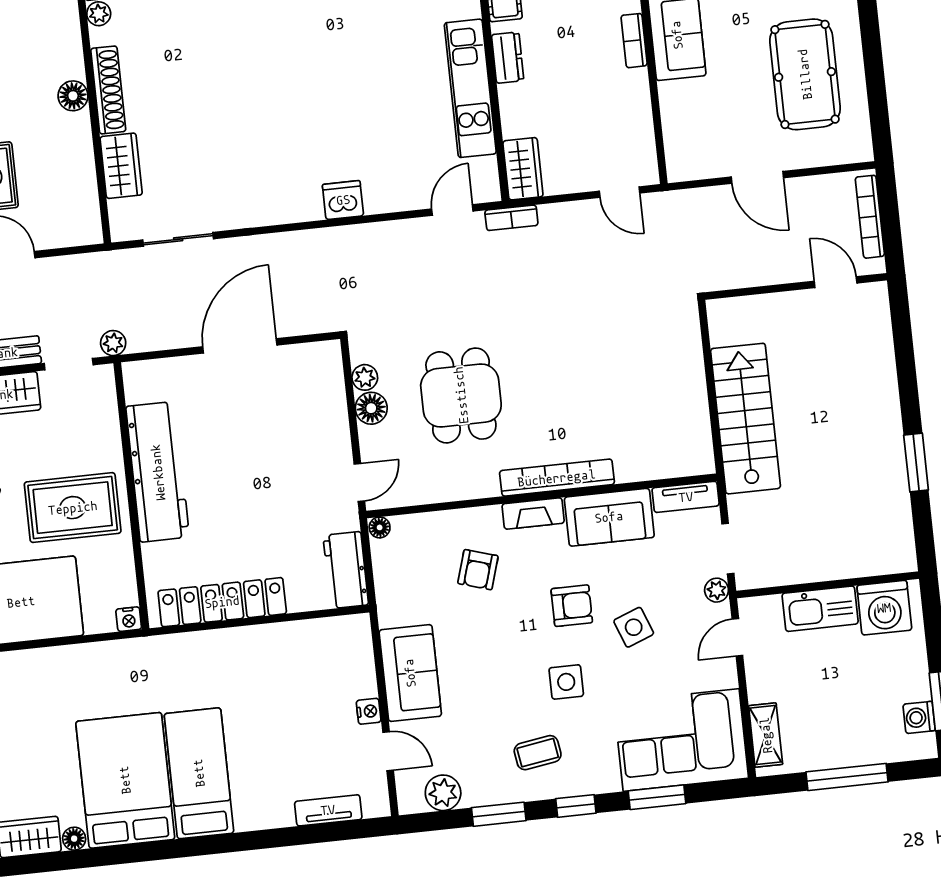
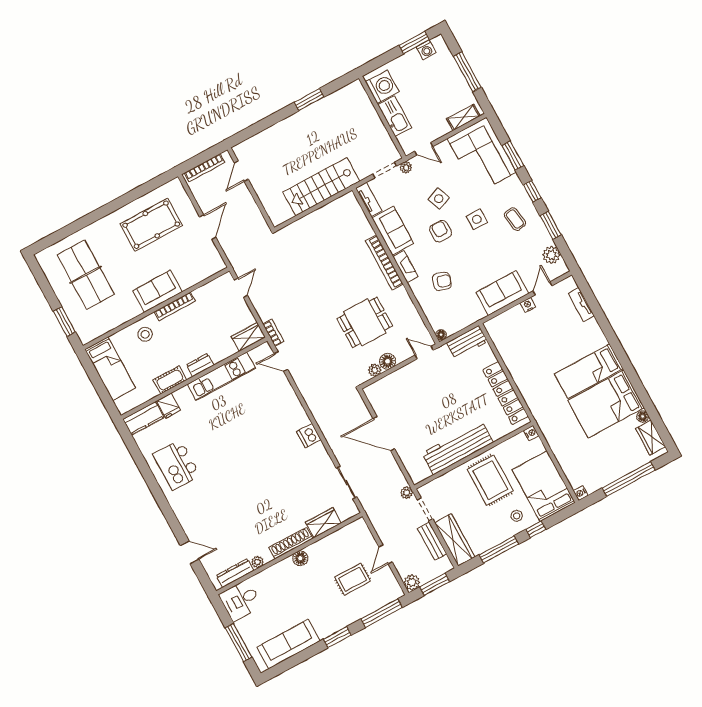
bookcase: (634, 41) -> (175, 306), width x1.56
dishwasher: (343, 200) -> (309, 436), moved

